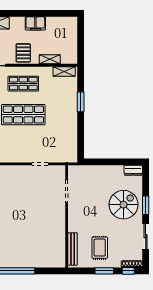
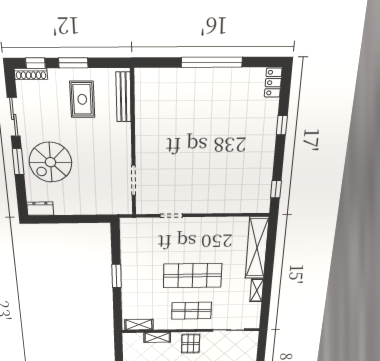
window: (81, 102) -> (116, 276), moved

